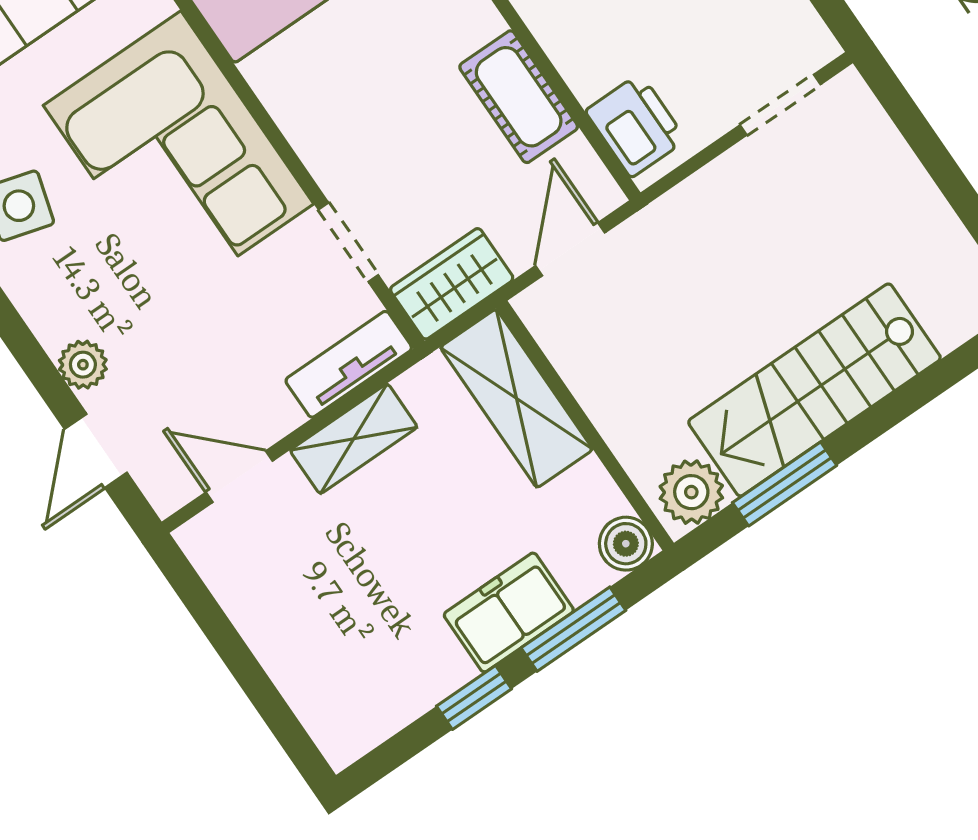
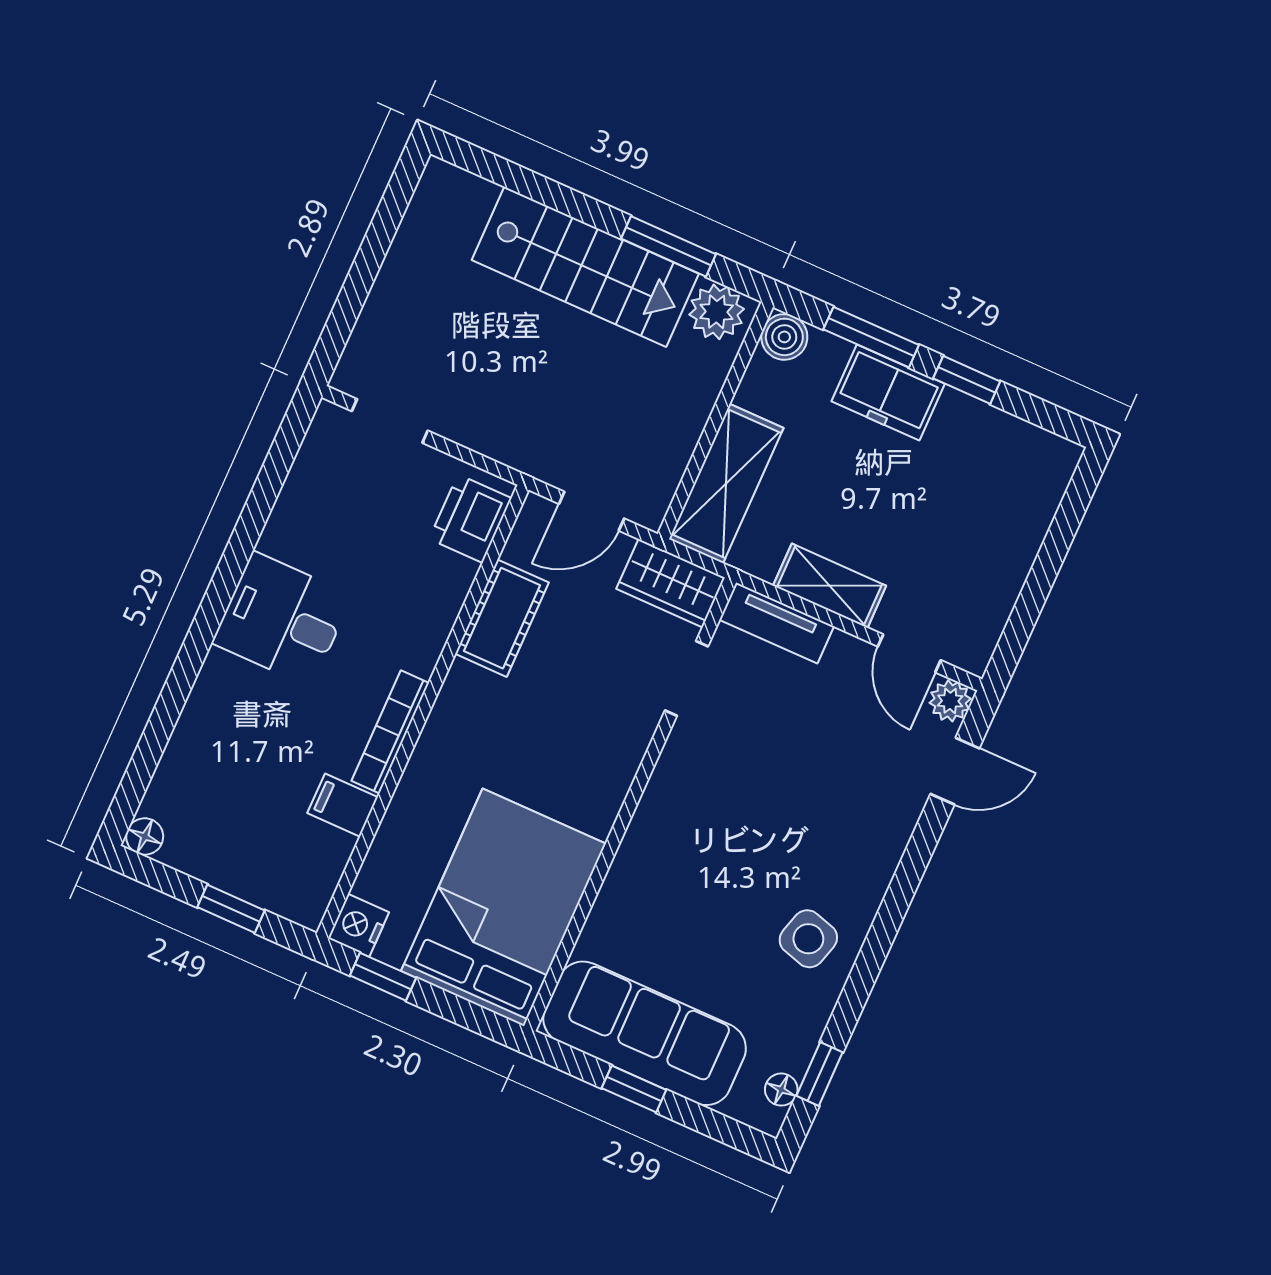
corner sofa: (178, 155) -> (699, 844), removed
plant: (83, 365) -> (950, 701), moved

